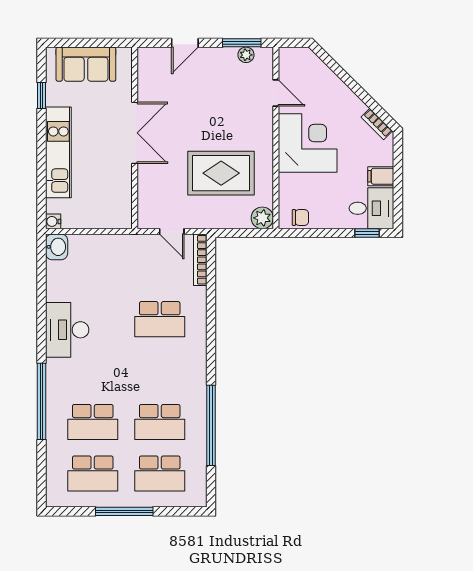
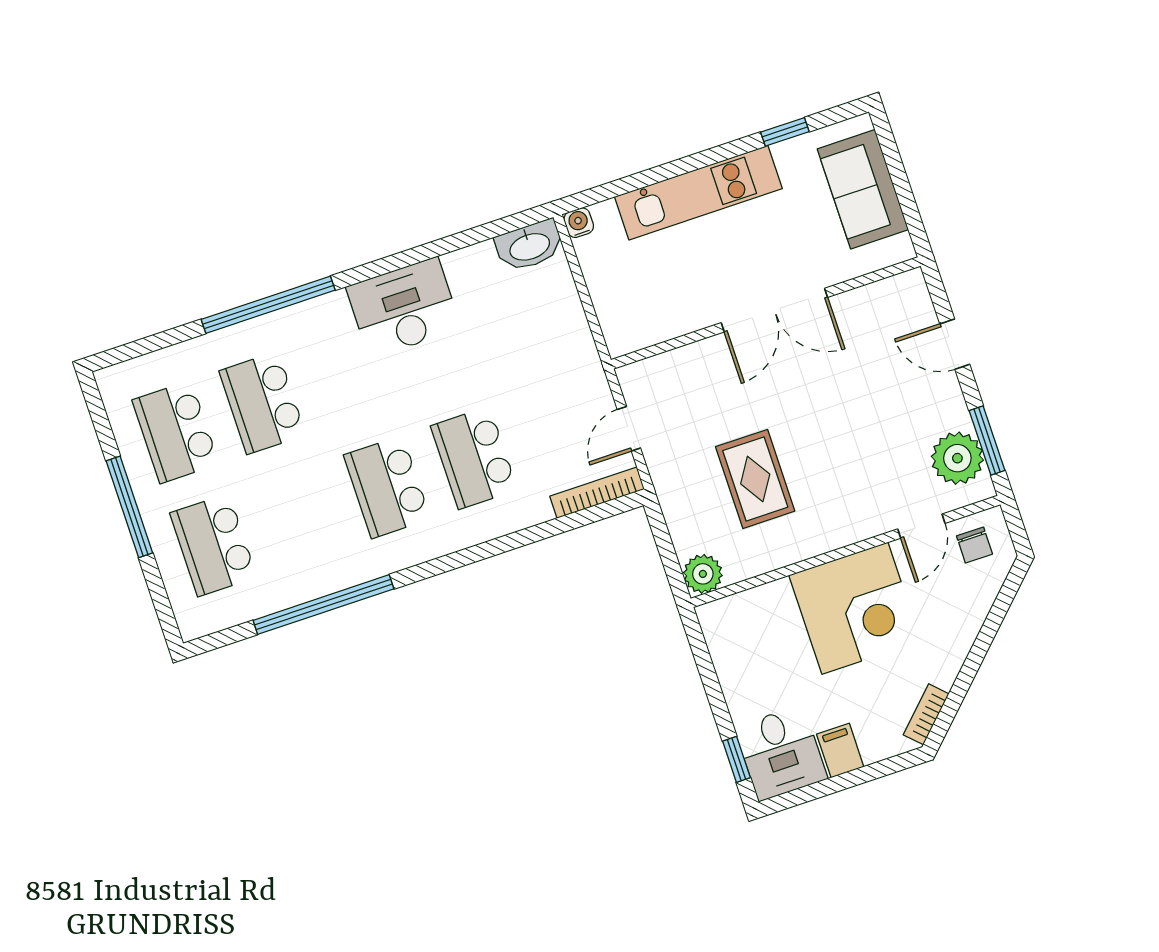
plant: (246, 55) -> (957, 458), width x1.88, depth x1.88
rug: (221, 173) -> (755, 479), width x0.73, depth x0.70
chair: (300, 217) -> (974, 545), moved
washbasin: (57, 247) -> (529, 246), width x1.38
school desk: (160, 422) -> (387, 487), moved

